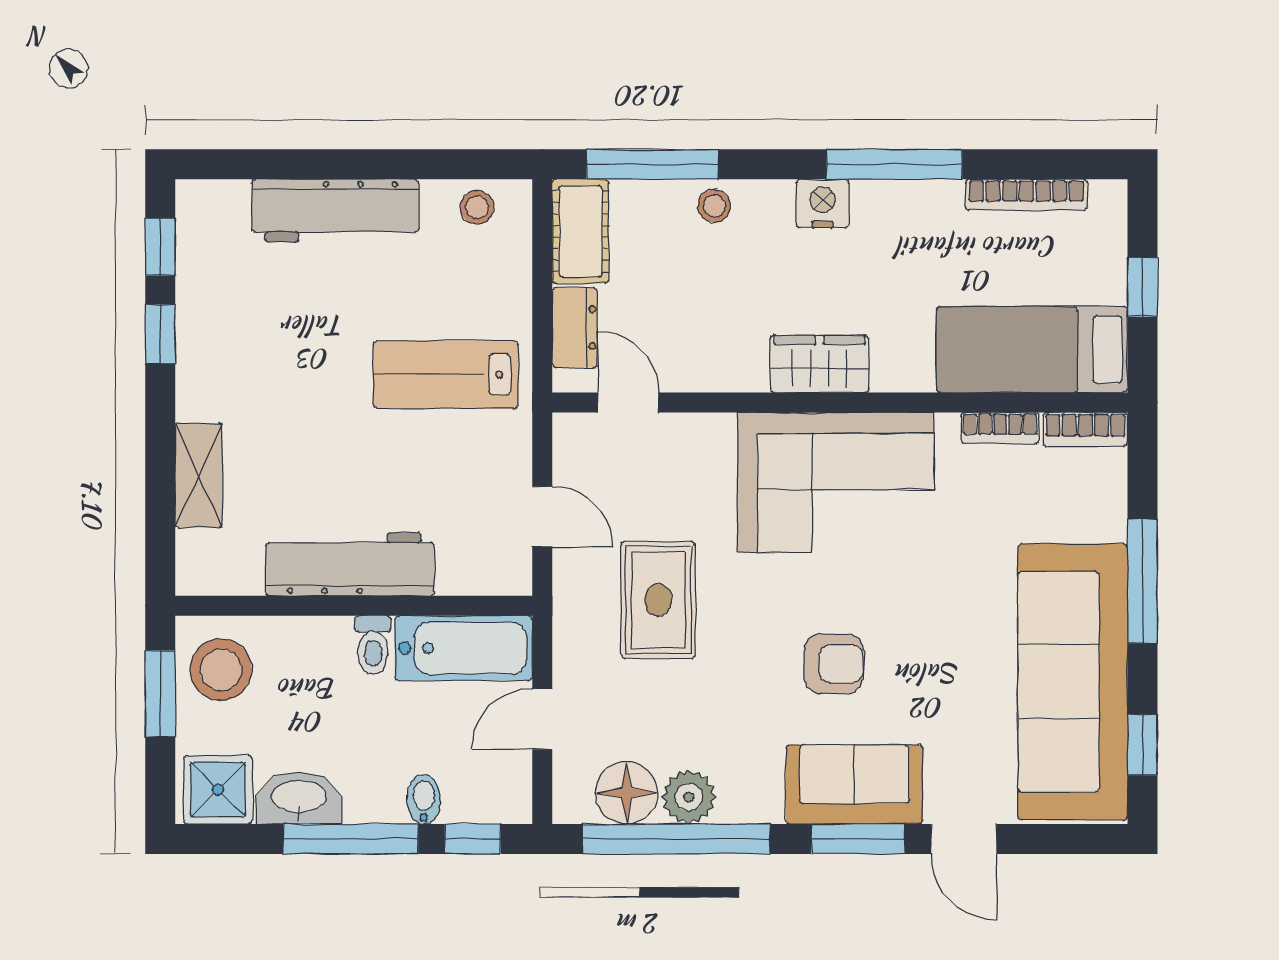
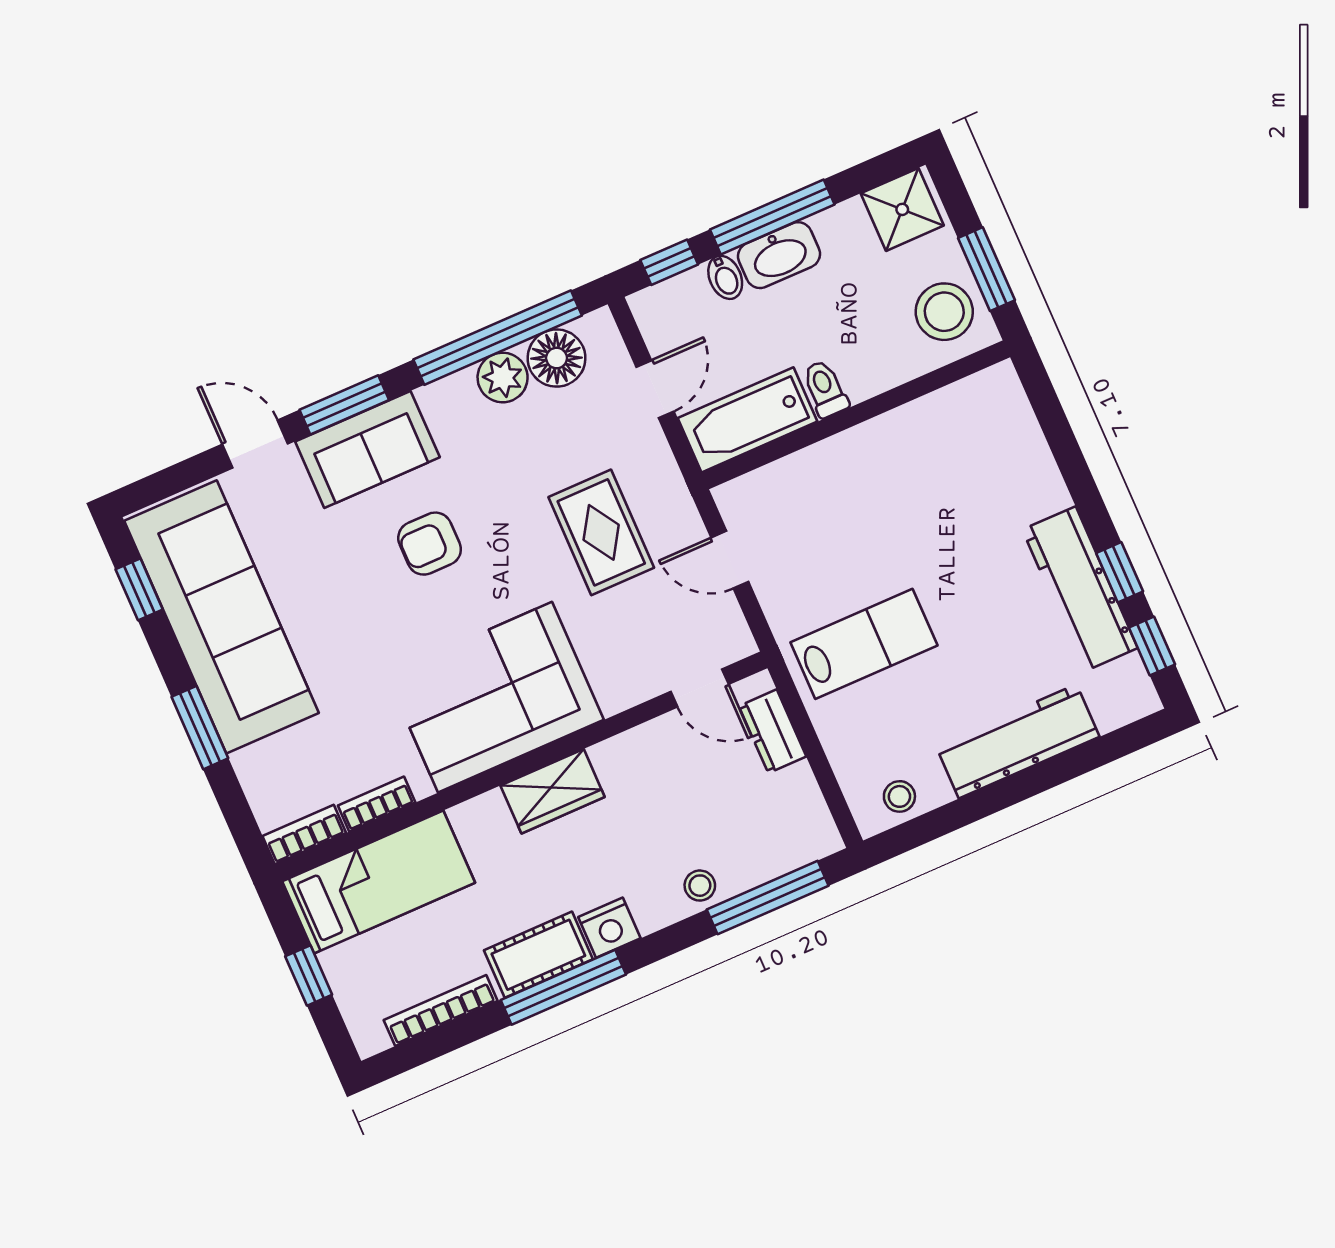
cot: (581, 231) -> (538, 955), moved, turned 90
shelving: (199, 475) -> (1035, 467), removed
workbench: (350, 564) -> (1080, 589), moved, turned 90
window: (1142, 581) -> (200, 728), width x0.69
washbasin: (299, 798) -> (779, 255), moved

